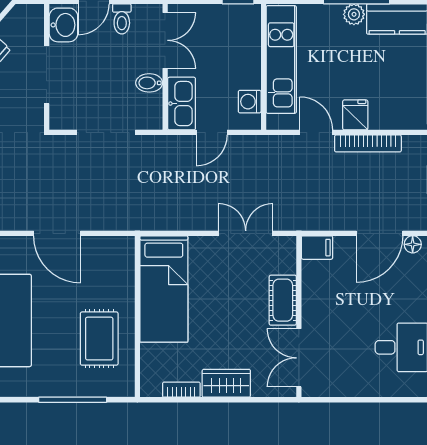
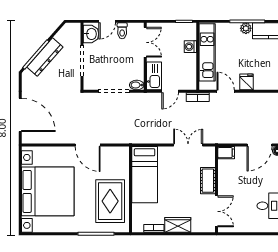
bidet: (149, 83) -> (137, 85), moved
washing machine: (250, 102) -> (190, 47), moved
bookcase: (368, 143) -> (198, 97), moved, width x0.64
rug: (99, 339) -> (110, 201), width x1.36, depth x1.43
double door: (299, 358) -> (216, 211), swing flipped

